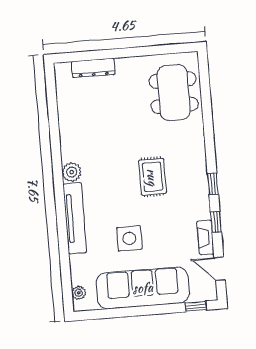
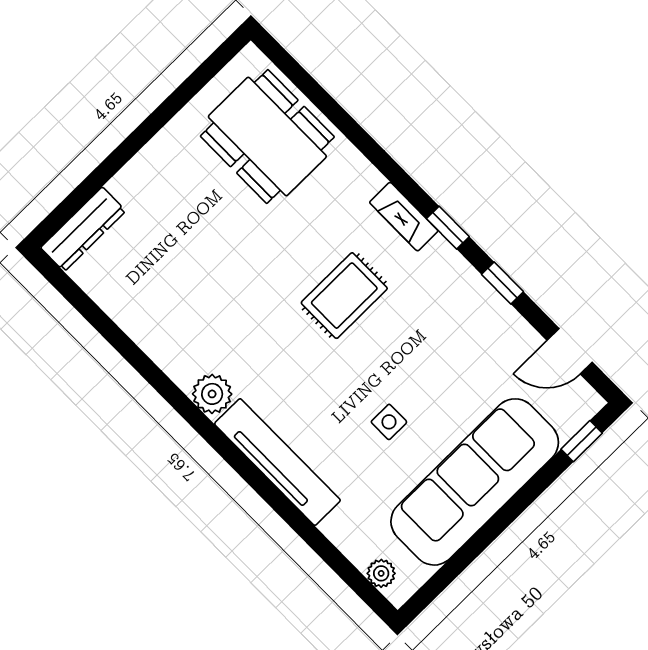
dresser: (93, 68) -> (83, 229), moved
rug: (152, 177) -> (344, 296), turned 90
fireplace: (205, 237) -> (404, 217), moved
side table: (129, 238) -> (389, 422), width x0.54, depth x0.54

